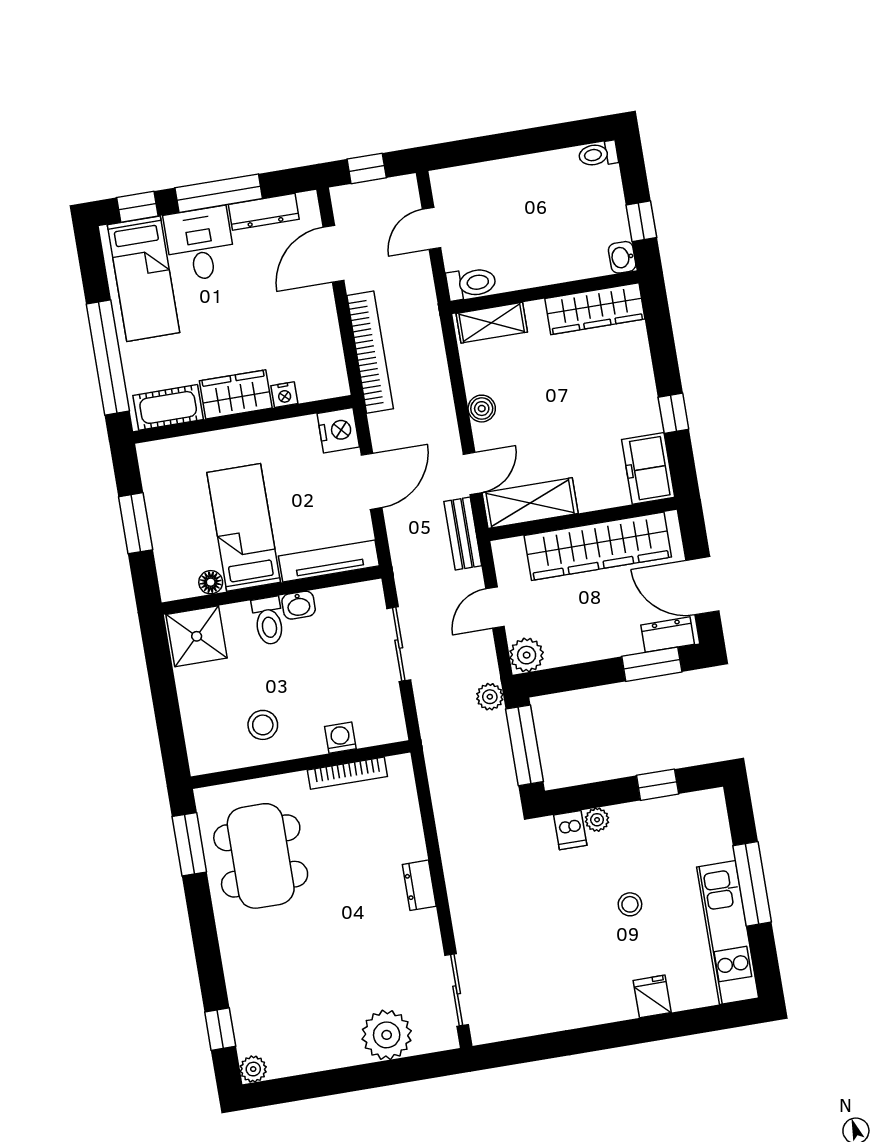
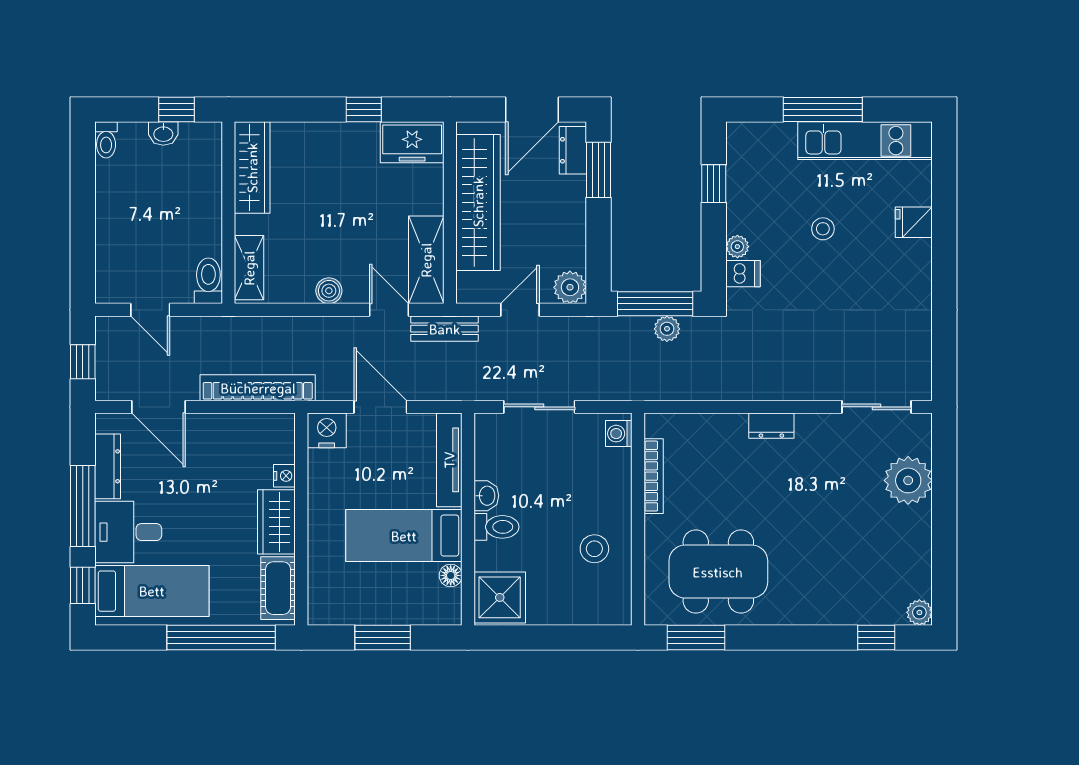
washbasin: (622, 257) -> (163, 134), moved
door: (495, 608) -> (520, 310), swing flipped
plant: (490, 697) -> (667, 329), moved
washing machine: (340, 738) -> (619, 434), moved

